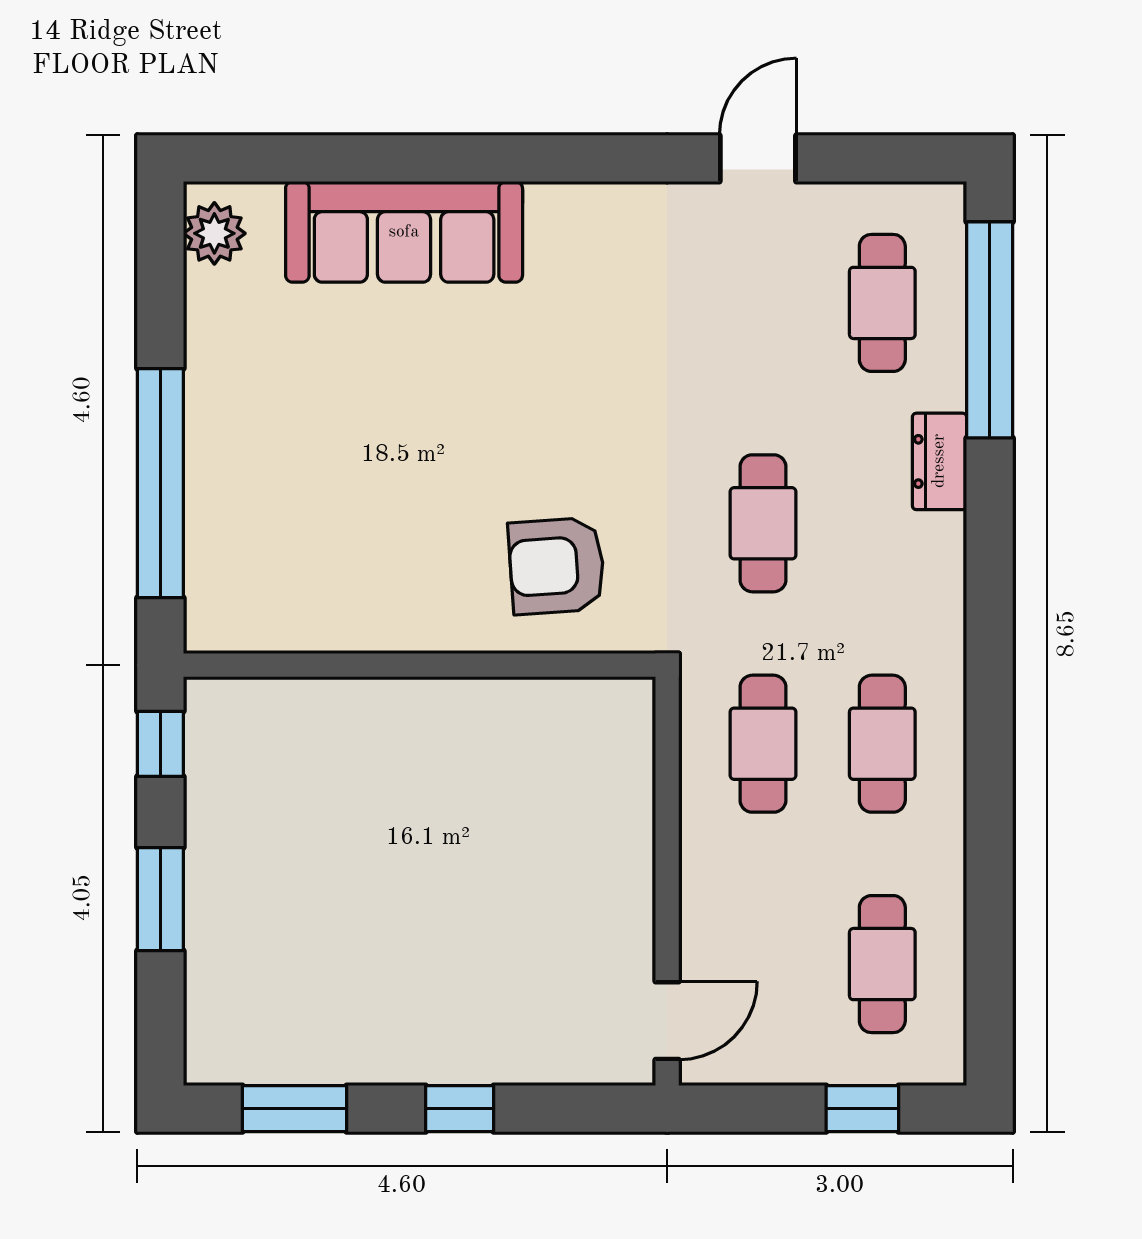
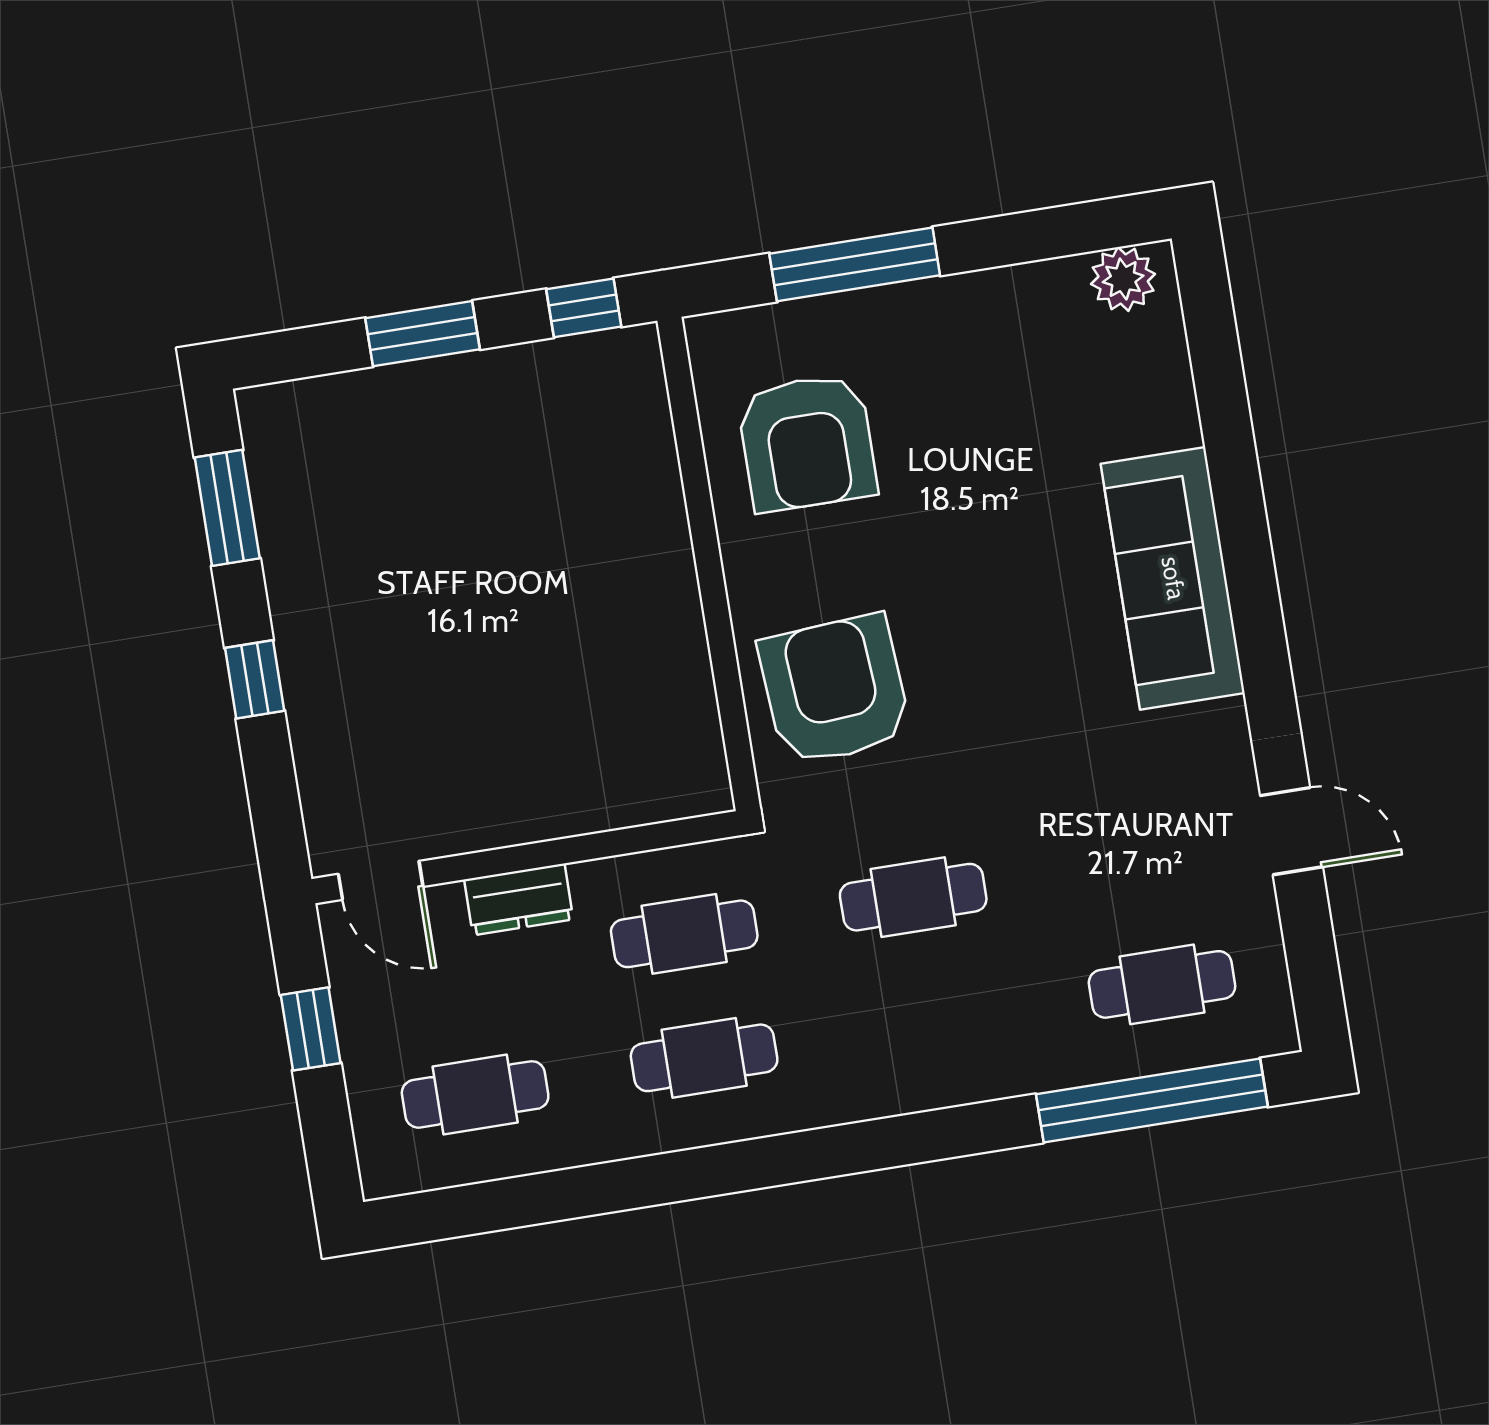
sofa: (404, 232) -> (1173, 578), moved
dresser: (939, 461) -> (519, 899), moved, turned 180
window: (160, 483) -> (855, 264), width x0.68
armchair: (320, 555) -> (807, 443), added
armchair: (557, 566) -> (835, 690), width x1.36, depth x1.36
window: (862, 1109) -> (311, 1029), moved

